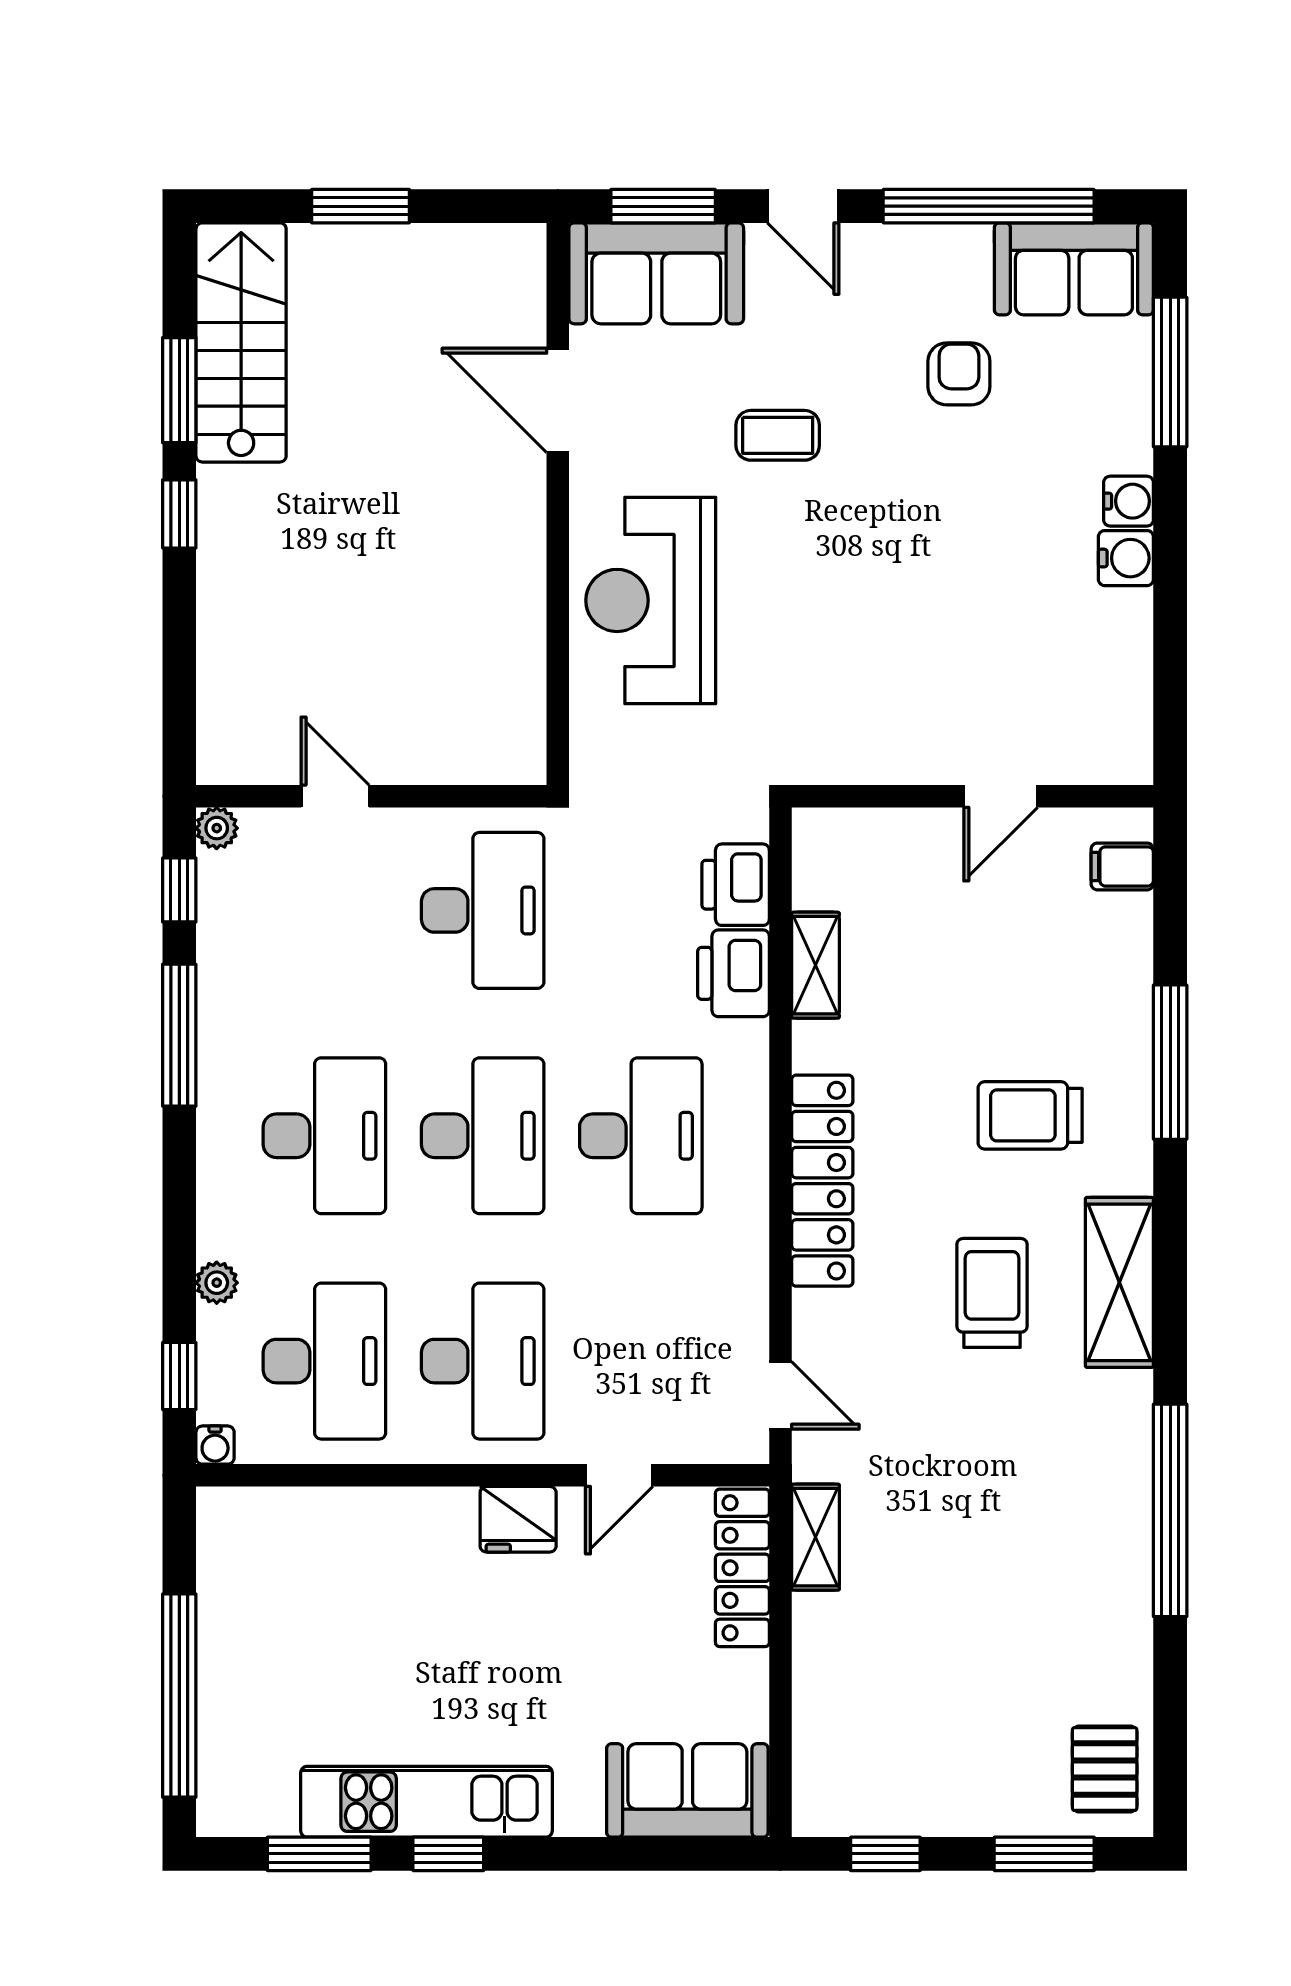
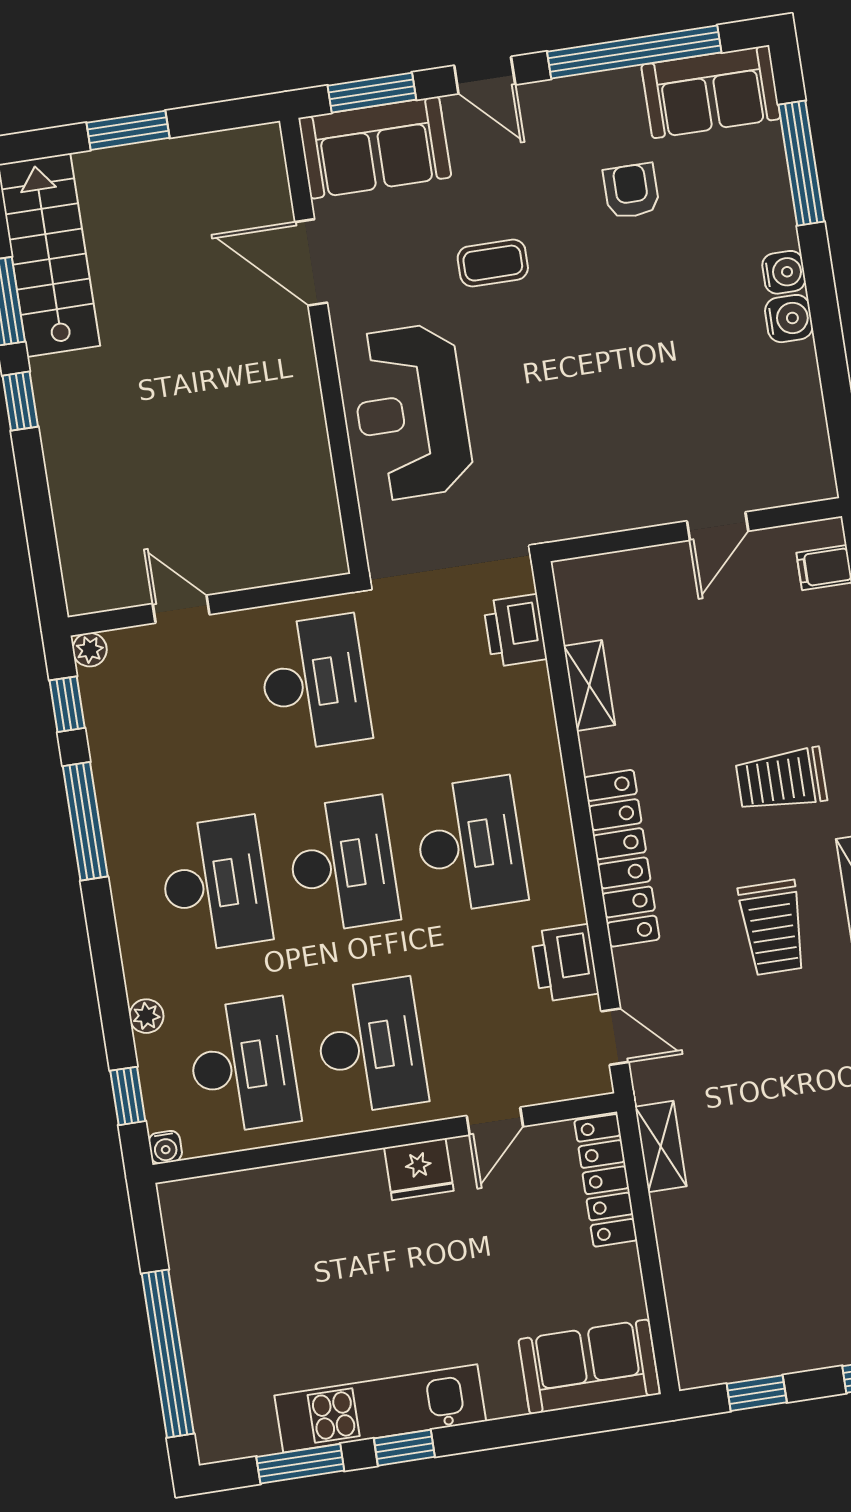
printer: (733, 973) -> (565, 963), moved
trolley: (992, 1293) -> (773, 928), turned 180

